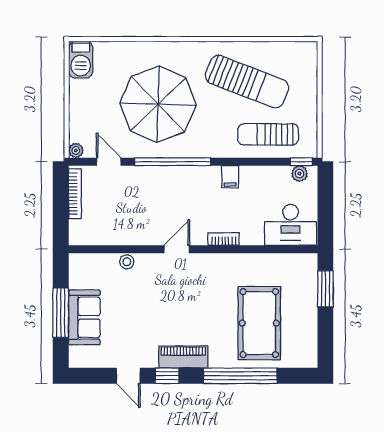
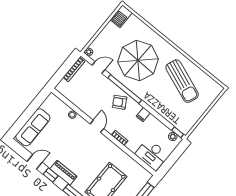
sun lounger: (268, 134) -> (173, 110), removed
door: (109, 162) -> (98, 68), hinge flipped
armchair: (181, 187) -> (120, 102), added
door: (177, 249) -> (97, 126), hinge flipped
window: (61, 313) -> (28, 113), removed
sofa: (84, 317) -> (33, 127), width x1.36
door: (128, 376) -> (35, 162), swing flipped

